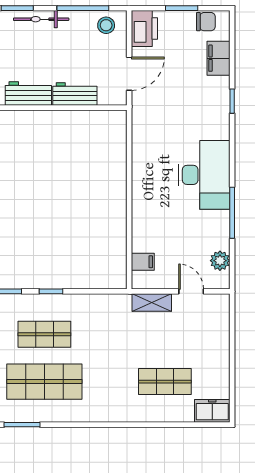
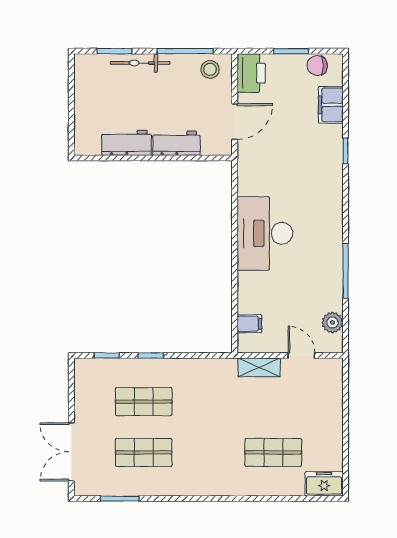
chair: (206, 22) -> (317, 66), turned 180
desk: (204, 175) -> (265, 233), moved, turned 180
shop shelf: (44, 382) -> (144, 452), width x0.70, depth x0.74

